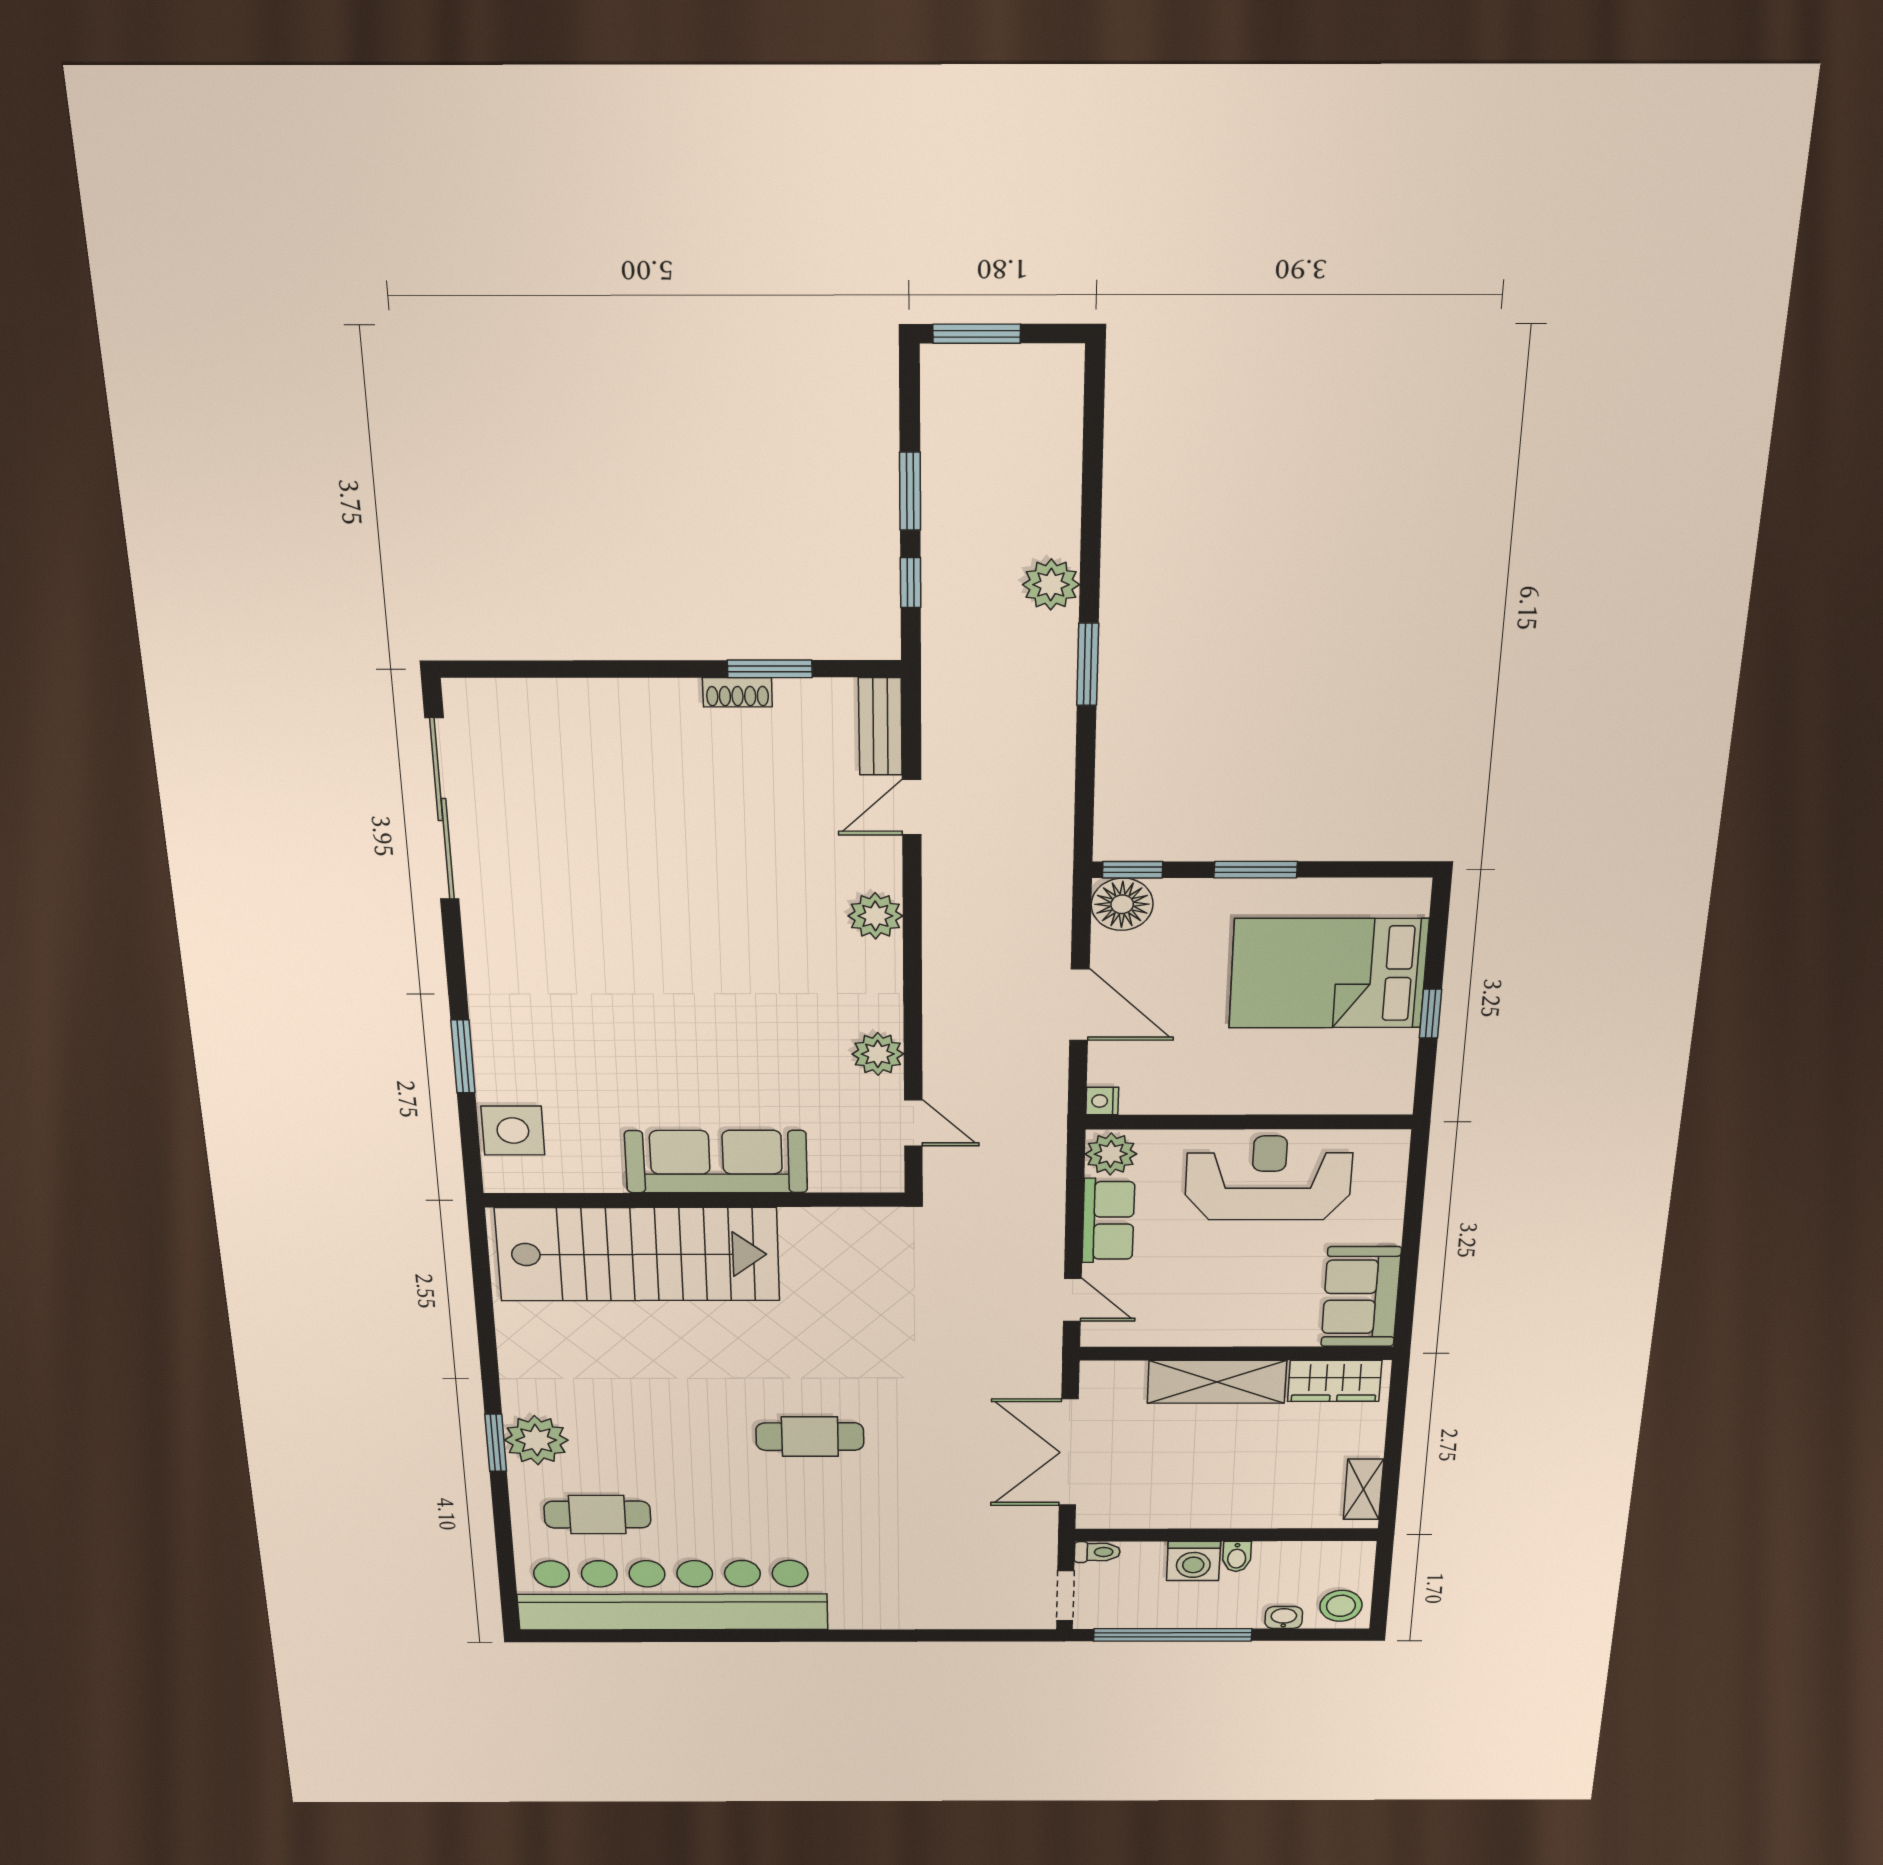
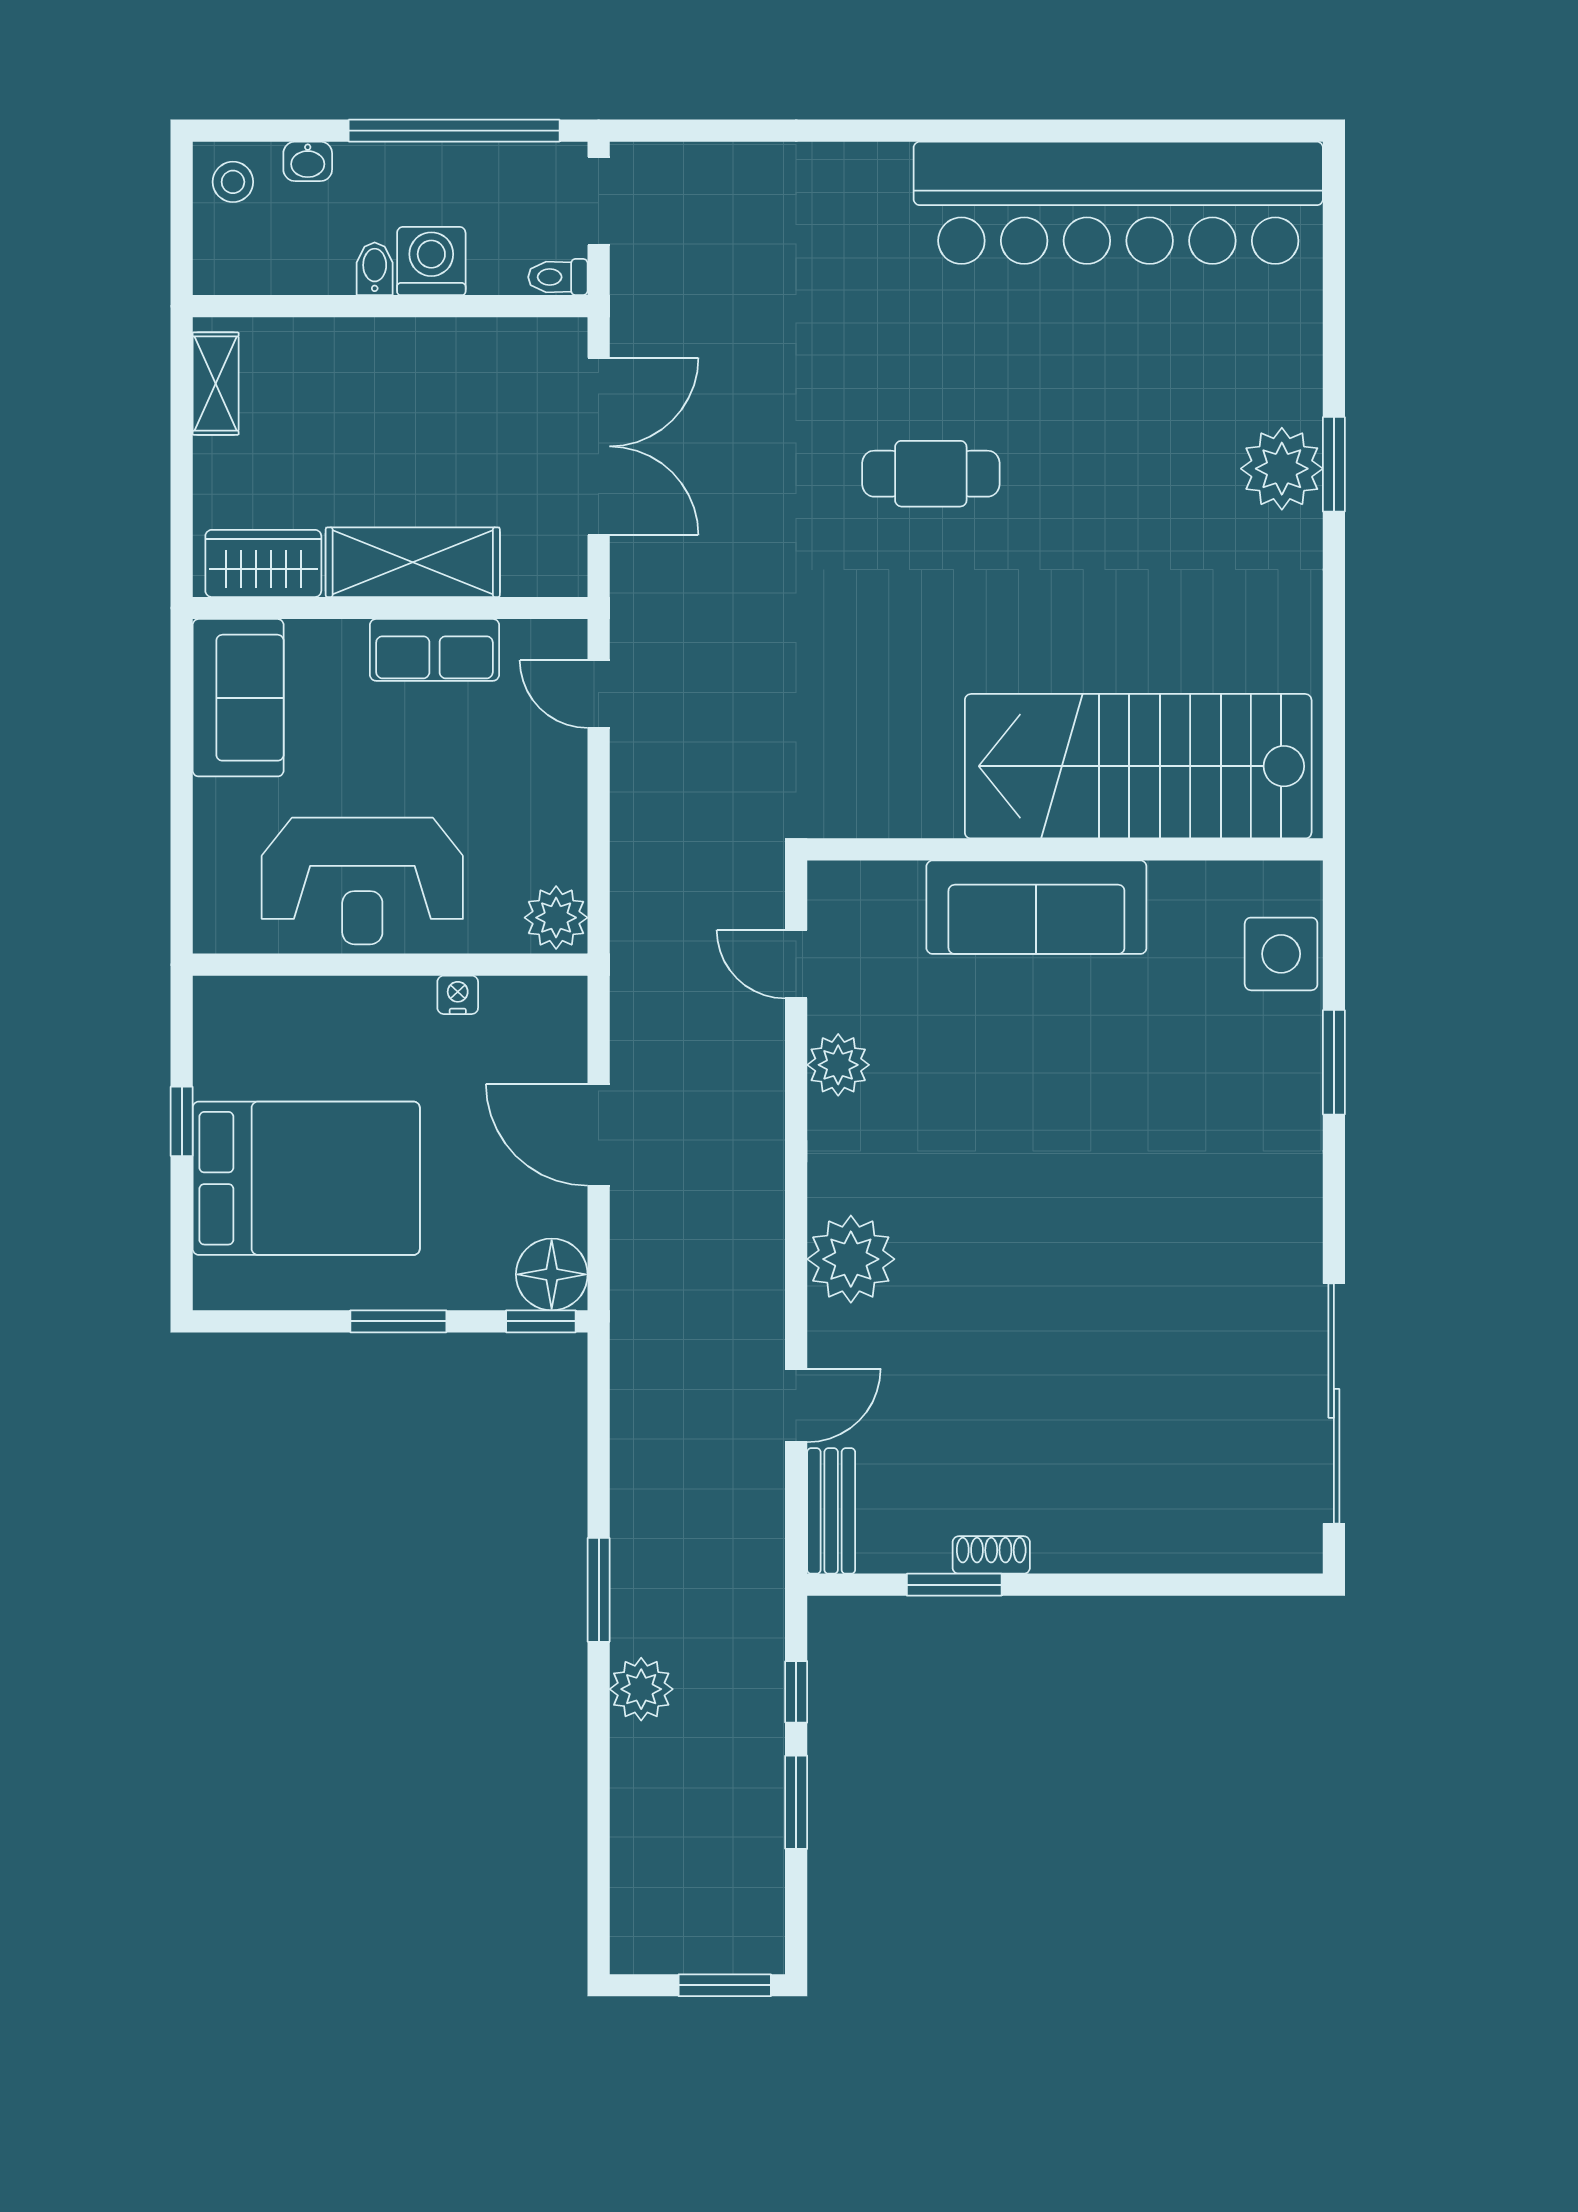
plant: (875, 916) -> (851, 1259), width x1.36, depth x1.36
nightstand: (1102, 1101) -> (458, 995), moved, turned -90
row of seats: (1108, 1221) -> (434, 650), moved, turned -90
cafe table: (597, 1515) -> (1210, 343), removed
stool: (1341, 1606) -> (233, 182), width x0.73, depth x0.73

